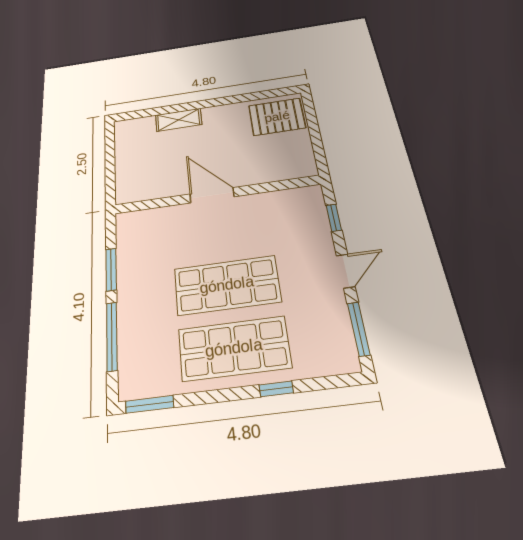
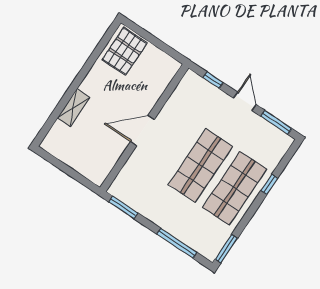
window: (111, 269) -> (123, 207), moved

